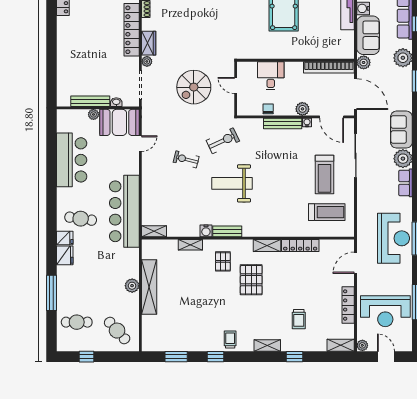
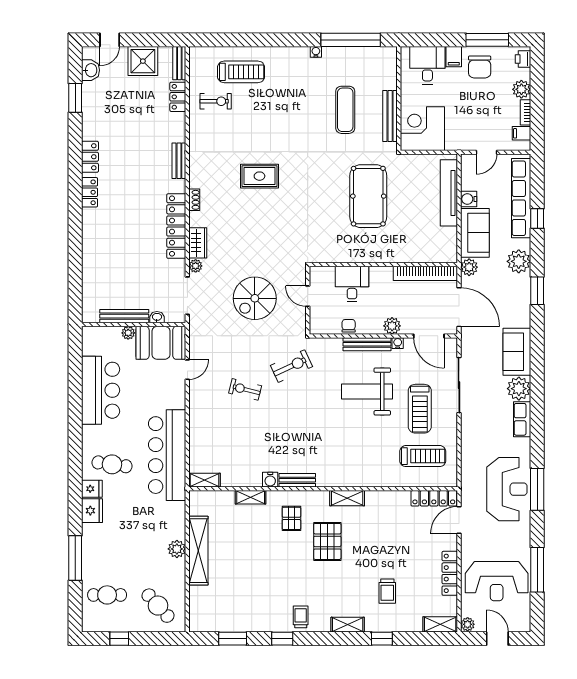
weight bench: (232, 183) -> (367, 391), moved
locker: (300, 246) -> (434, 498), moved

